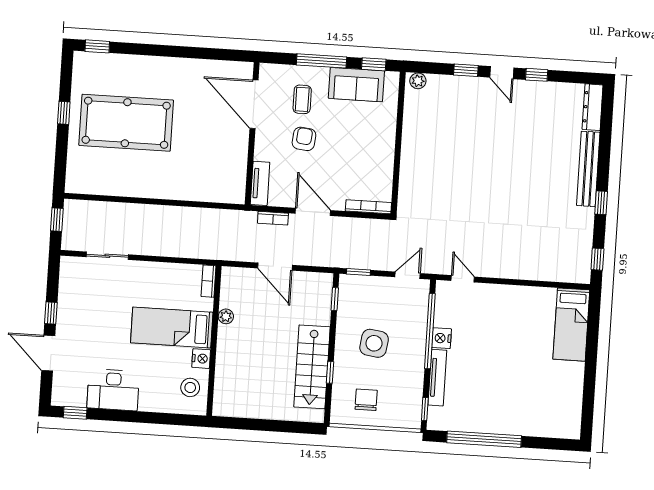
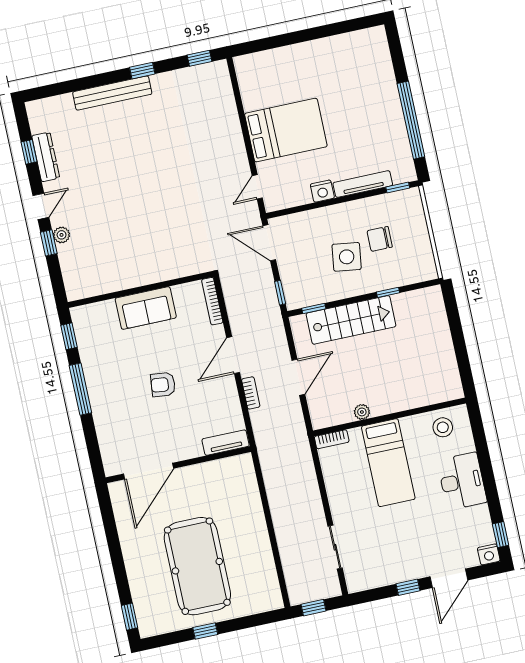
window: (537, 75) -> (29, 152), moved
plant: (418, 81) -> (62, 235), moved
sofa: (356, 85) -> (146, 308), moved, turned 90
coffee table: (302, 99) -> (124, 398), removed
door: (254, 104) -> (148, 471), moved
dresser: (593, 107) -> (46, 157), moved, turned -90
wall: (252, 134) -> (178, 465), moved
tv unit: (260, 183) -> (226, 443), moved
door: (408, 275) -> (269, 243), width x1.38
bed: (571, 325) -> (286, 130), moved, width x1.50
window: (430, 331) -> (319, 205), removed
nightstand: (201, 359) -> (489, 554), moved, turned 180
stairs: (312, 367) -> (351, 320), moved
desk: (113, 390) -> (462, 481), moved
chair: (366, 400) -> (380, 239), moved

